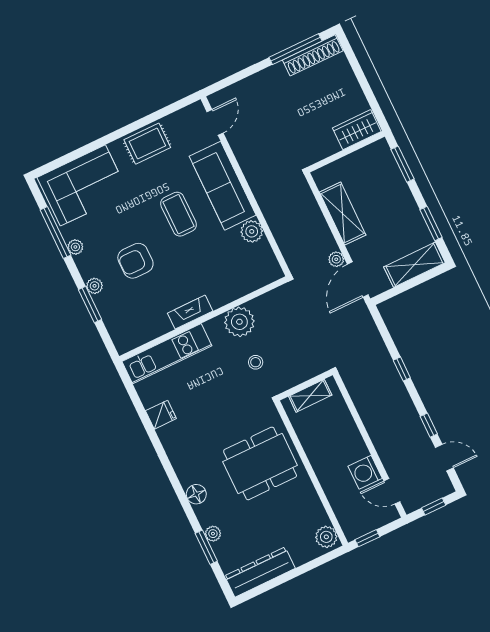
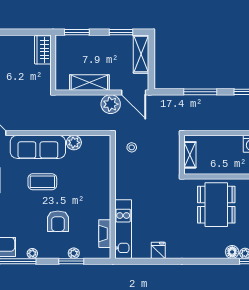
plant: (336, 259) -> (111, 104), width x1.88, depth x1.88
plant: (95, 286) -> (74, 253), moved
fireplace: (190, 312) -> (105, 234), moved
plant: (239, 322) -> (125, 176), removed
stool: (256, 362) -> (132, 147), moved
window: (402, 369) -> (200, 92), width x2.17
floor lamp: (196, 494) -> (232, 252), moved

